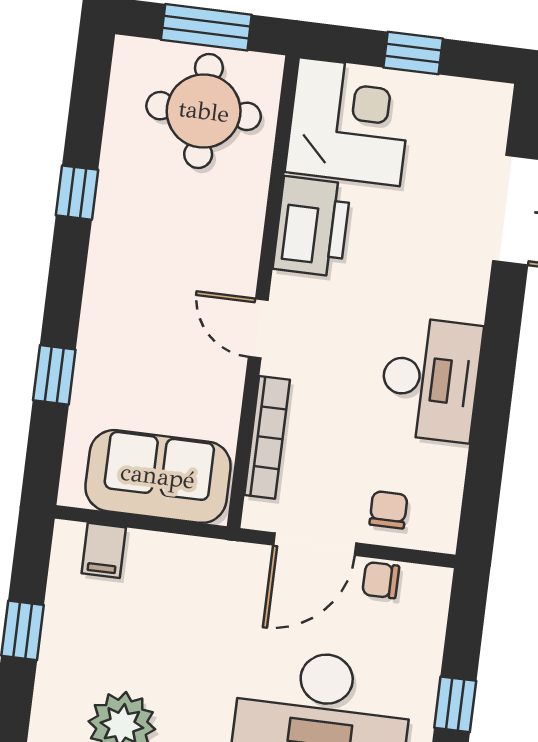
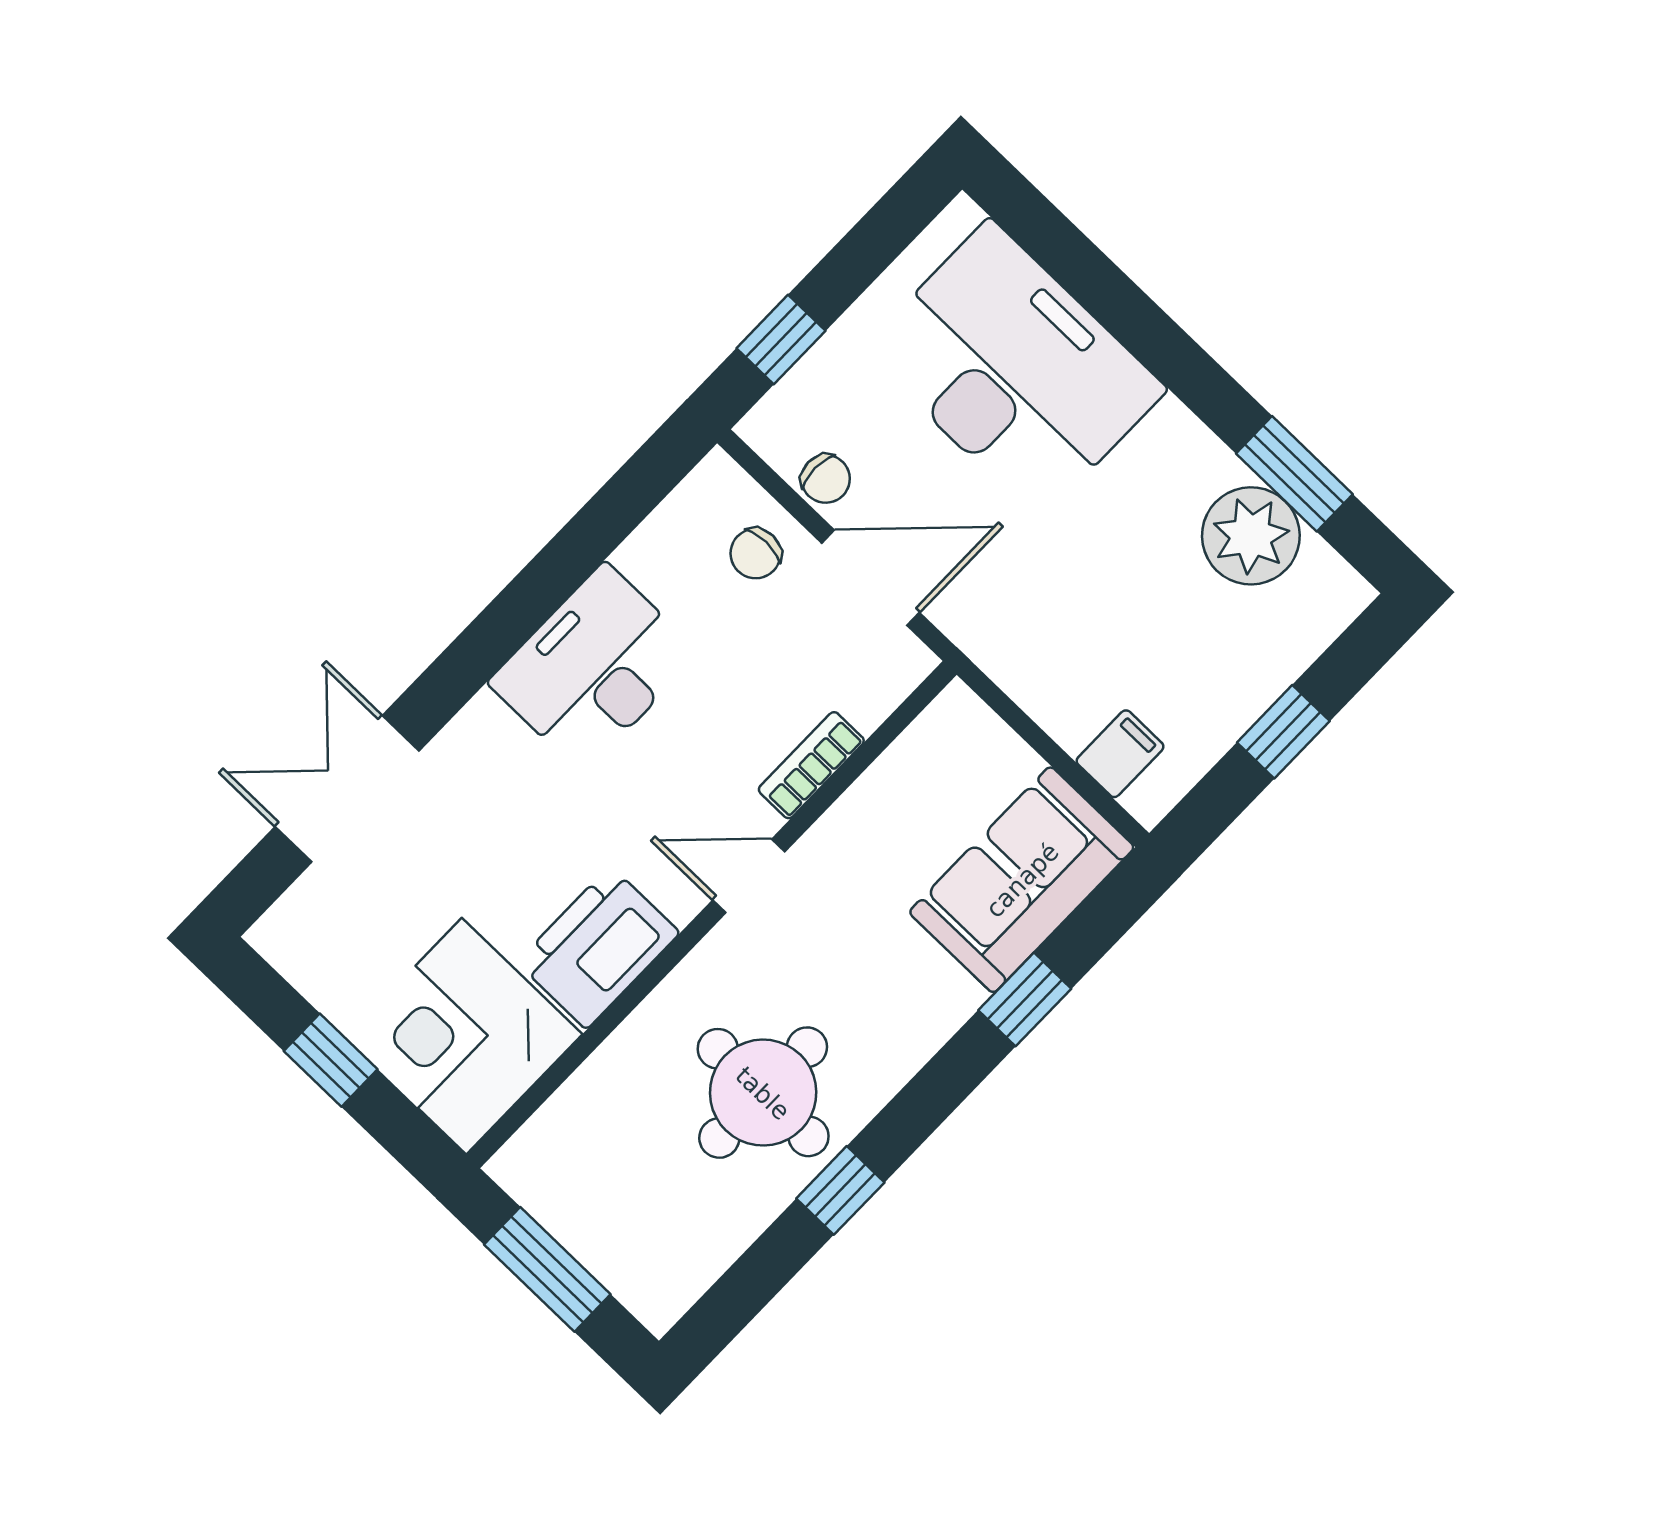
round table: (204, 111) -> (763, 1093), moved
door: (258, 329) -> (749, 876), swing flipped
bookcase: (267, 437) -> (811, 765), width x0.64
sofa: (158, 476) -> (1022, 880), moved, turned 90
window: (455, 704) -> (781, 340), moved

